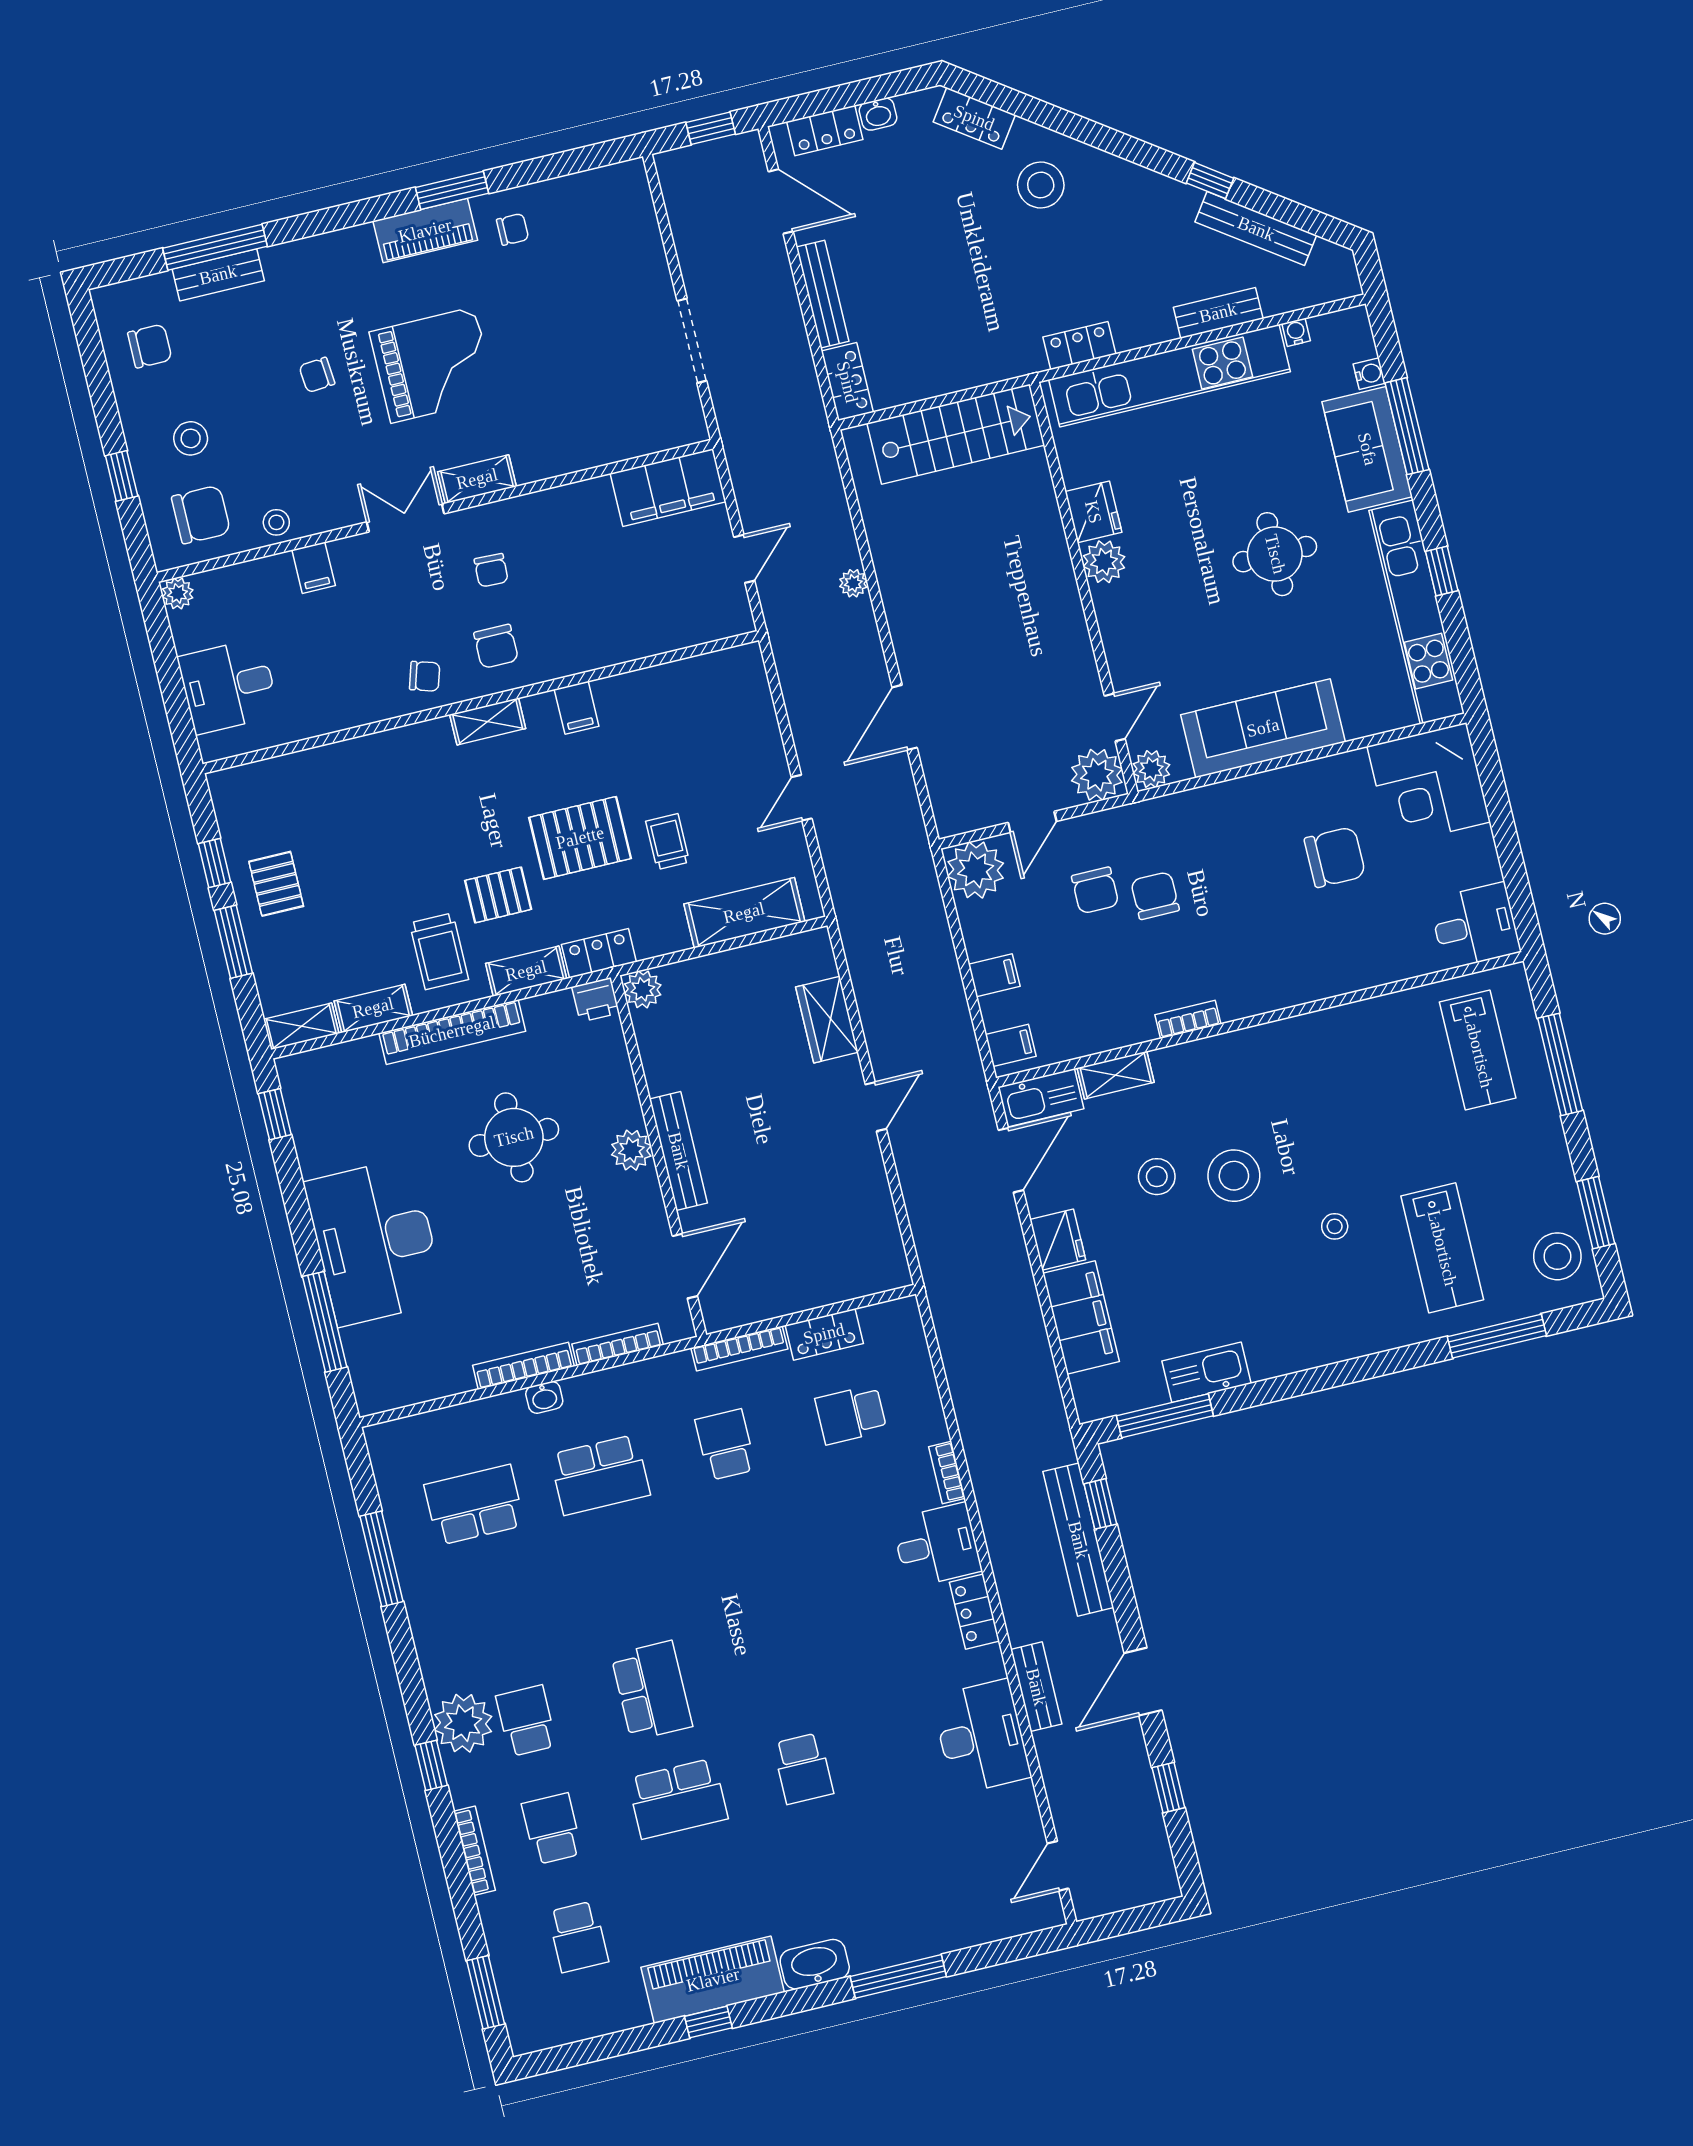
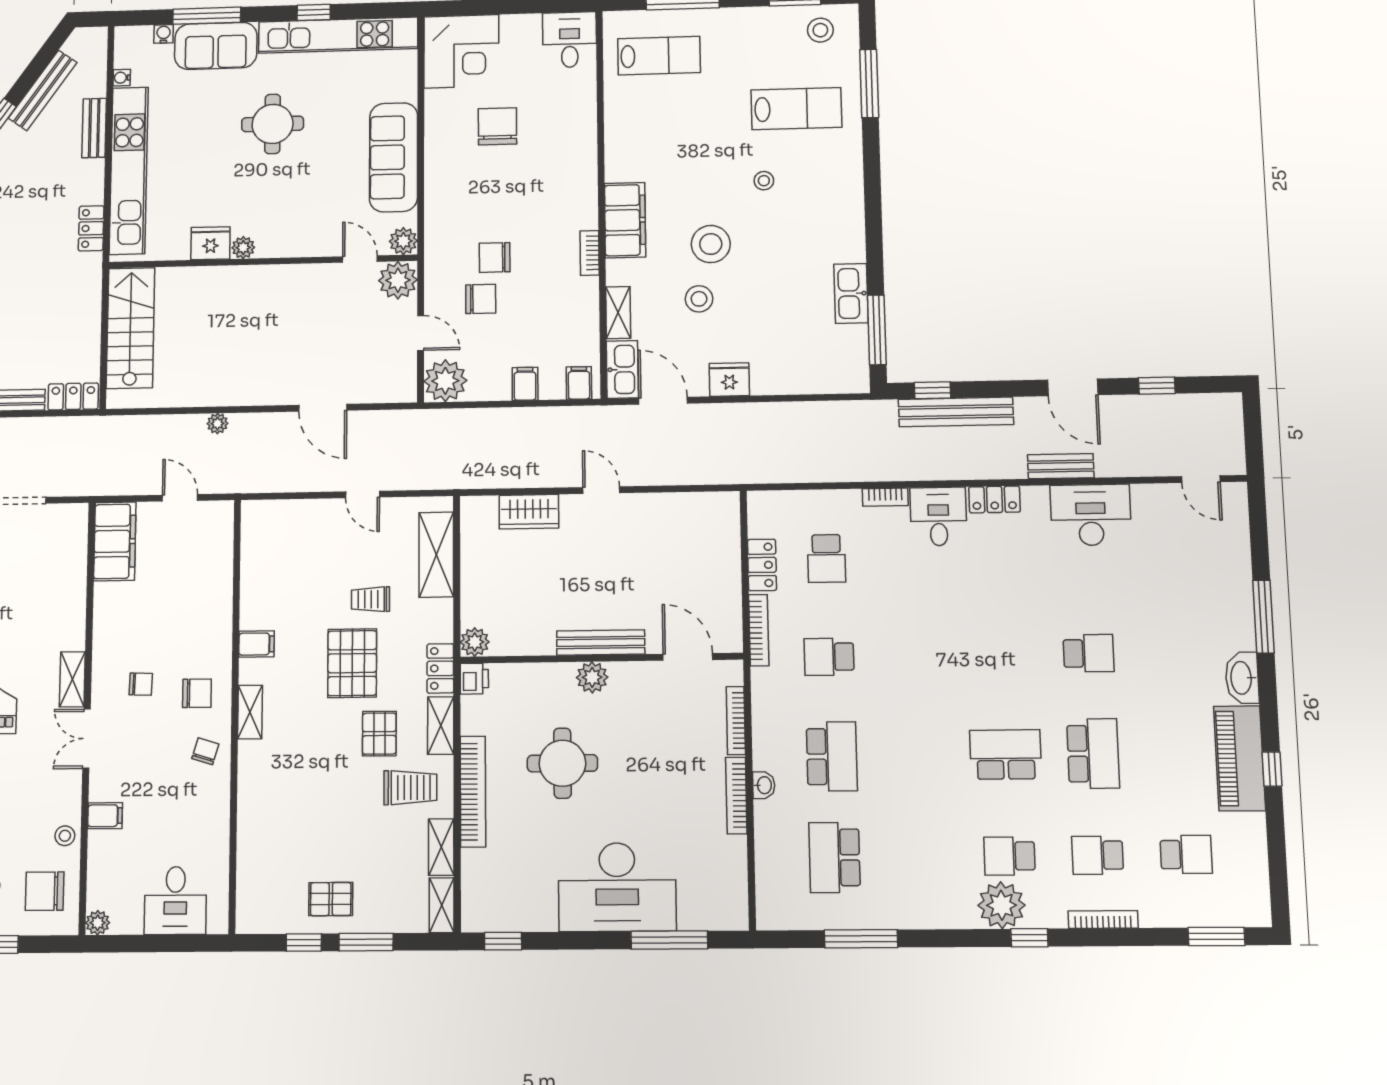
chair: (201, 515) -> (45, 891), turned -90
plant: (1104, 562) -> (243, 248), width x0.73, depth x0.73
stool: (1557, 1256) -> (820, 30), width x0.73, depth x0.73
filing cabinet: (1081, 1317) -> (625, 220), moved, turned 90

